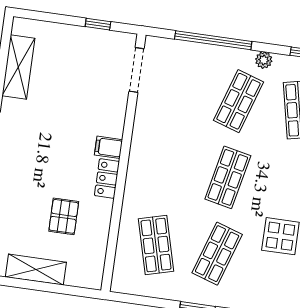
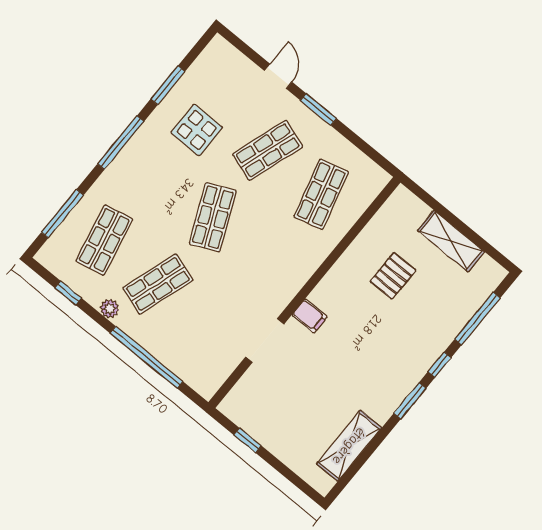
doorway: (136, 70) -> (265, 341), moved
shop shelf: (228, 177) -> (213, 217), turned -36
locker: (107, 179) -> (329, 287), removed

